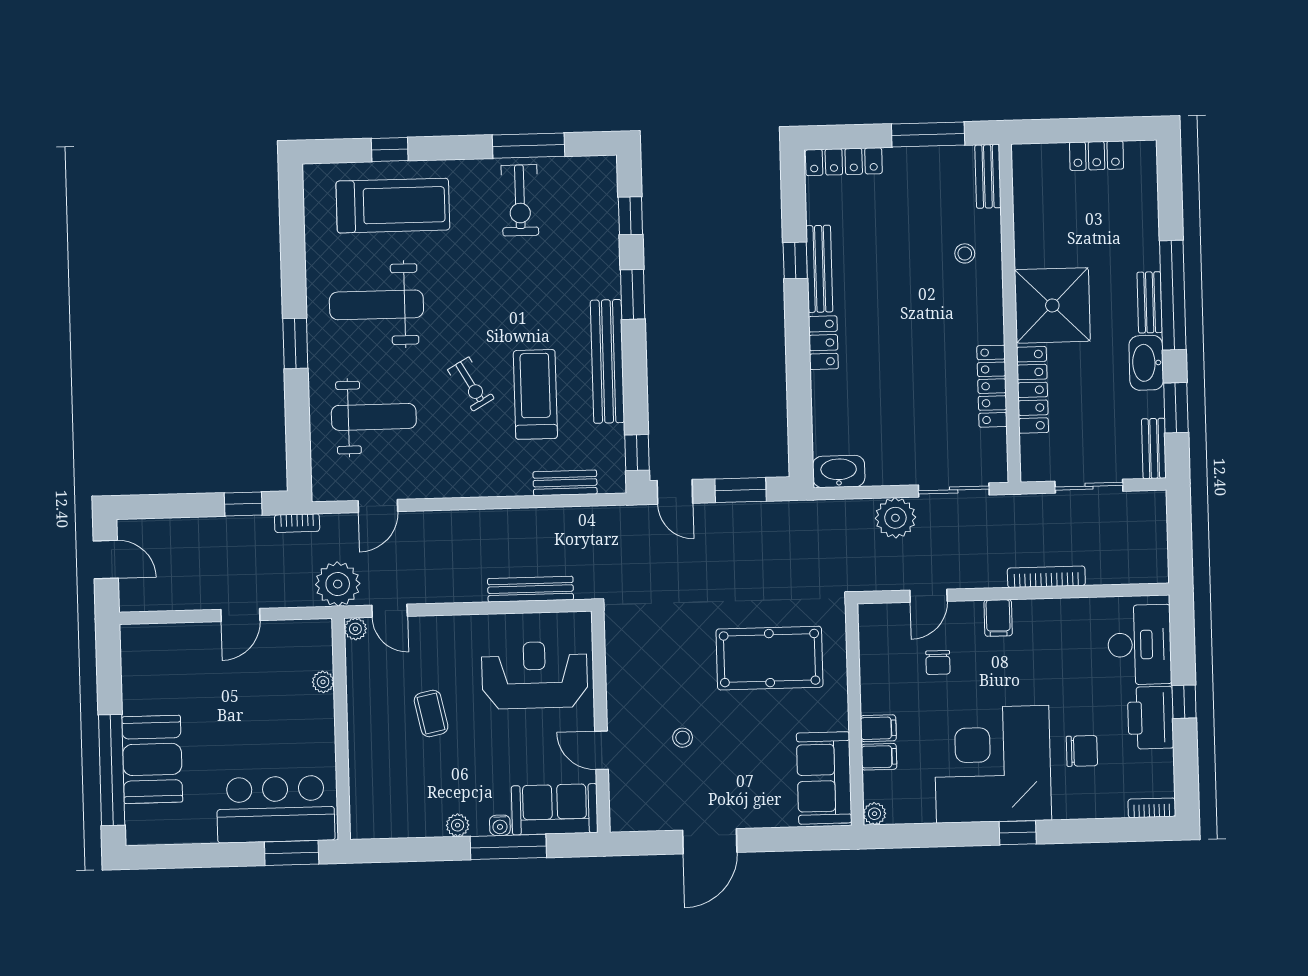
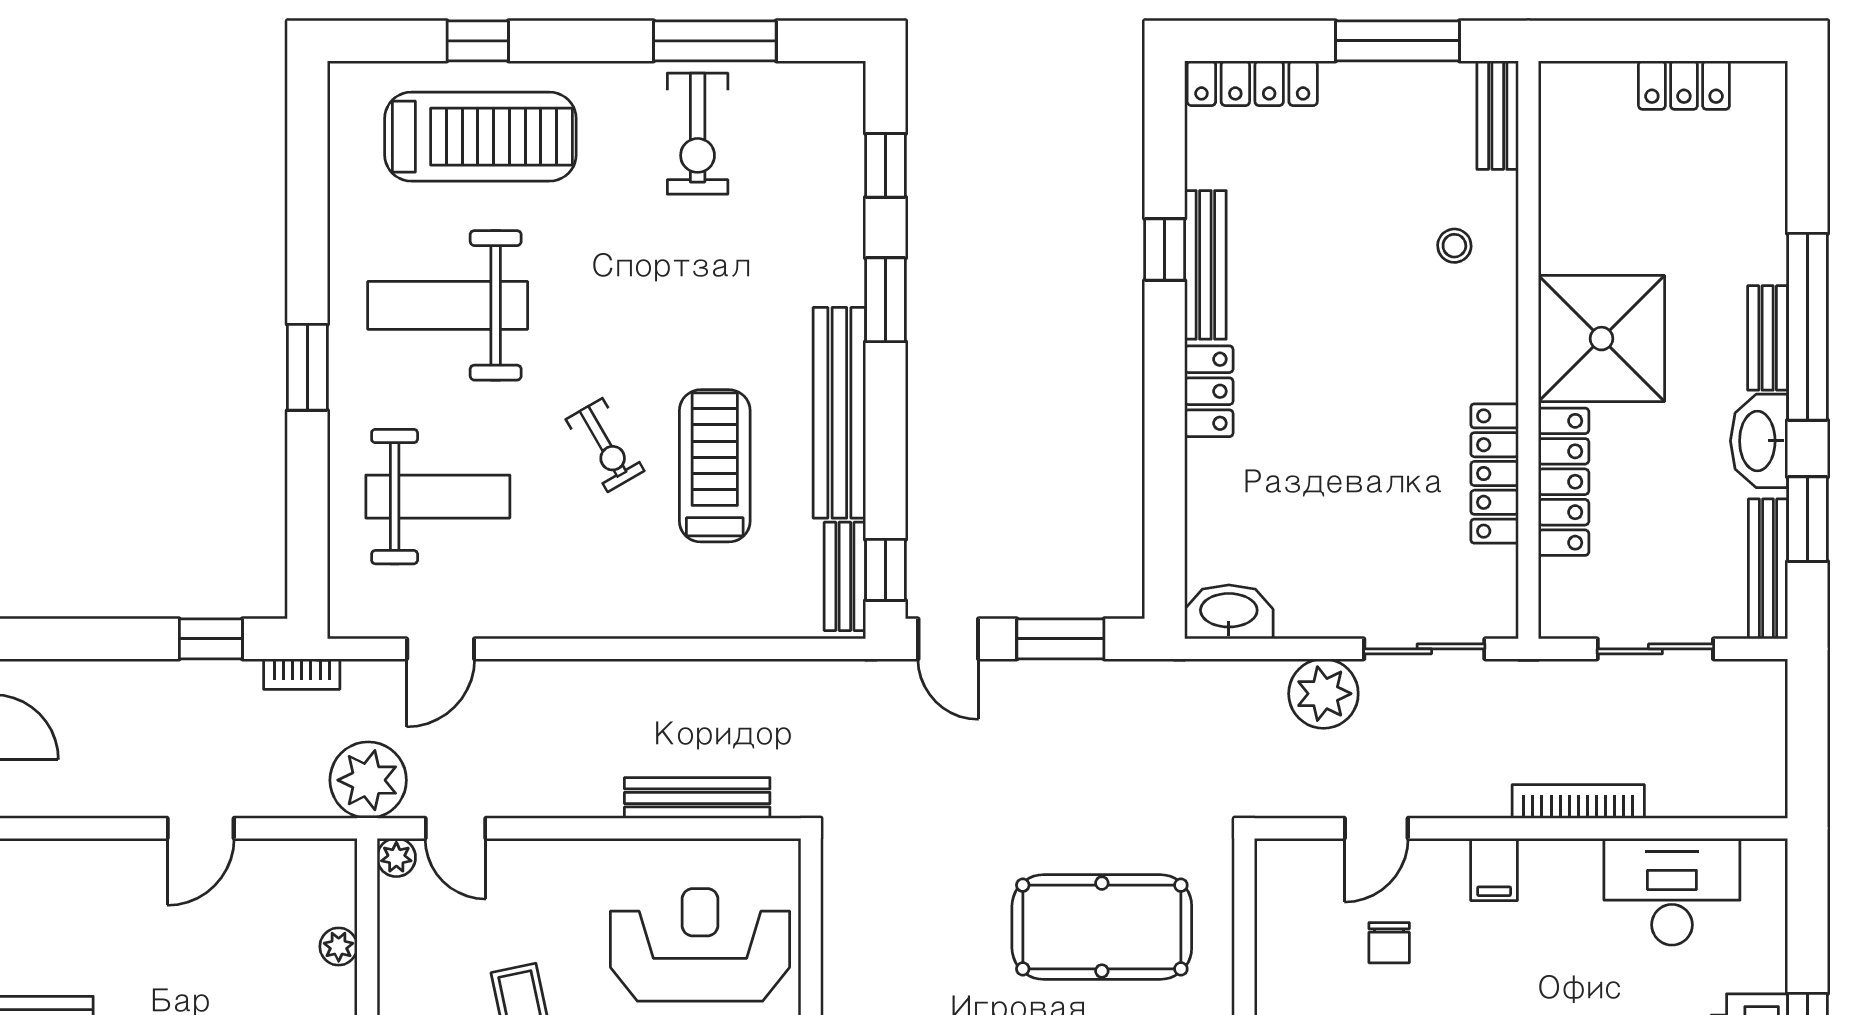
bench: (1154, 448) -> (1768, 569), width x1.36
bench: (565, 483) -> (845, 576), moved, turned 90
desk: (1140, 645) -> (1672, 892), moved, turned -90

